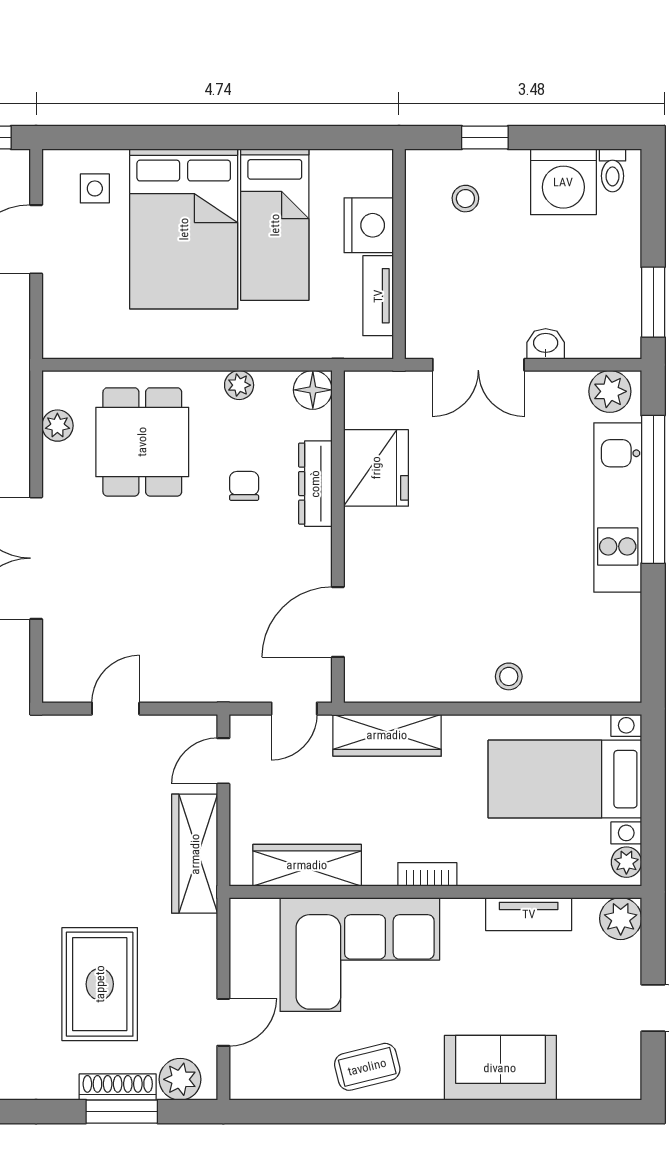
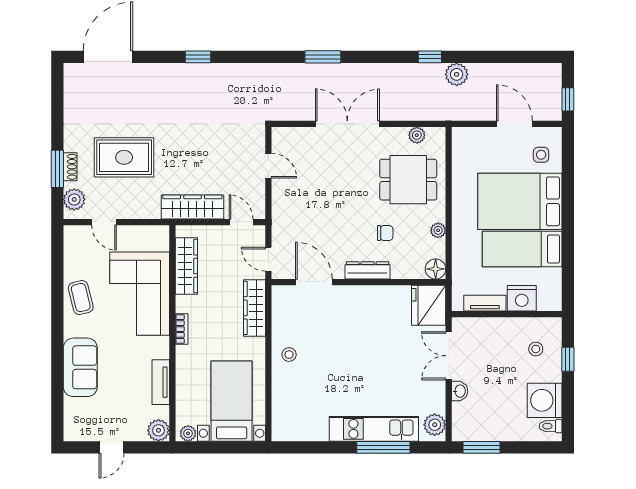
fridge: (376, 468) -> (429, 305), moved, turned 90
dresser: (315, 484) -> (367, 270), moved
window: (653, 489) -> (383, 447), width x0.68
stool: (509, 676) -> (289, 355), moved
shoe rack: (118, 1087) -> (70, 167), width x0.70

